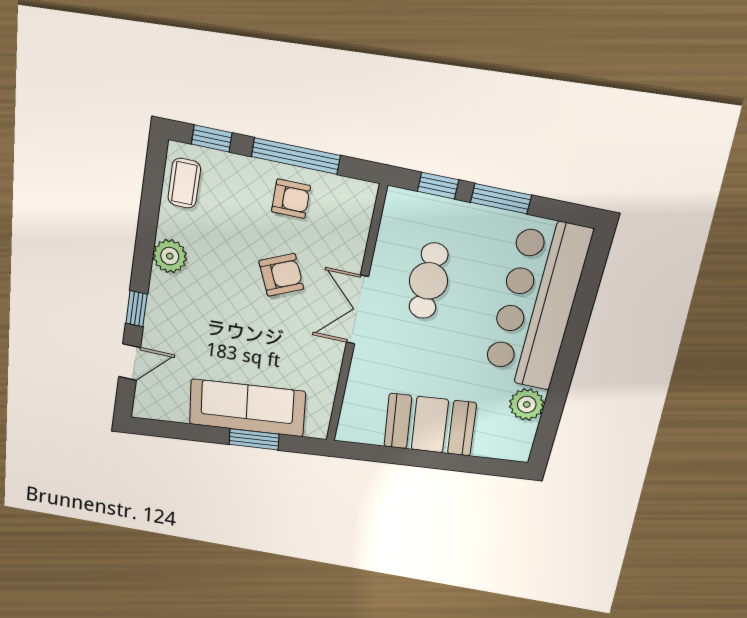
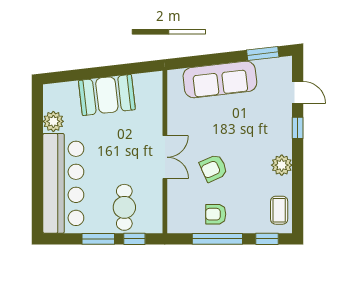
cafe table: (428, 281) -> (124, 207), moved
door: (130, 362) -> (298, 92), swing flipped
window: (254, 439) -> (263, 54), moved

